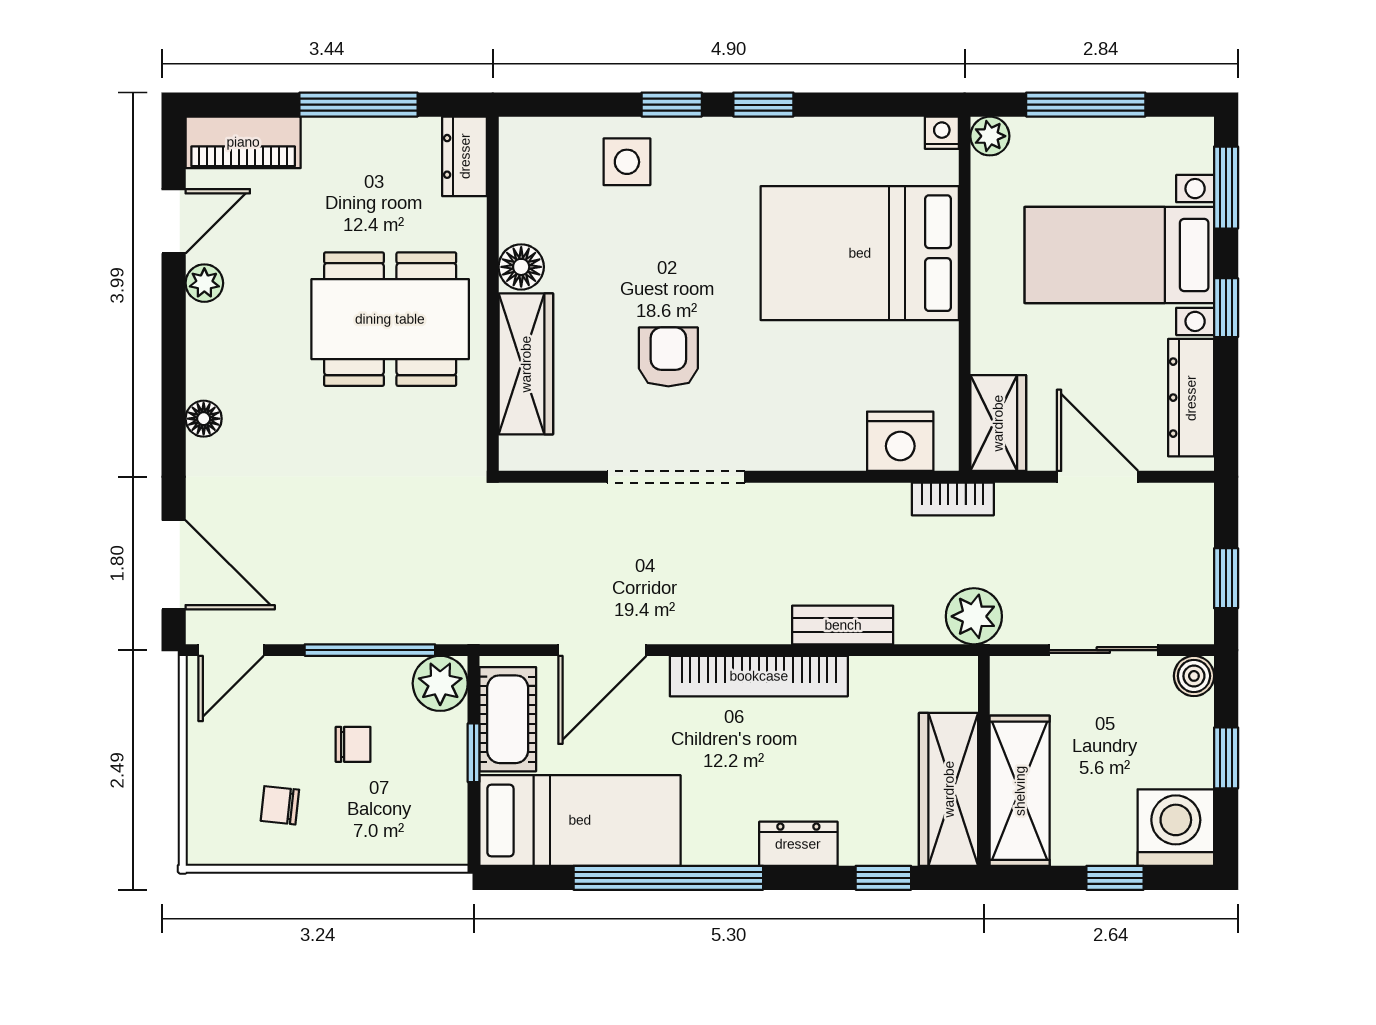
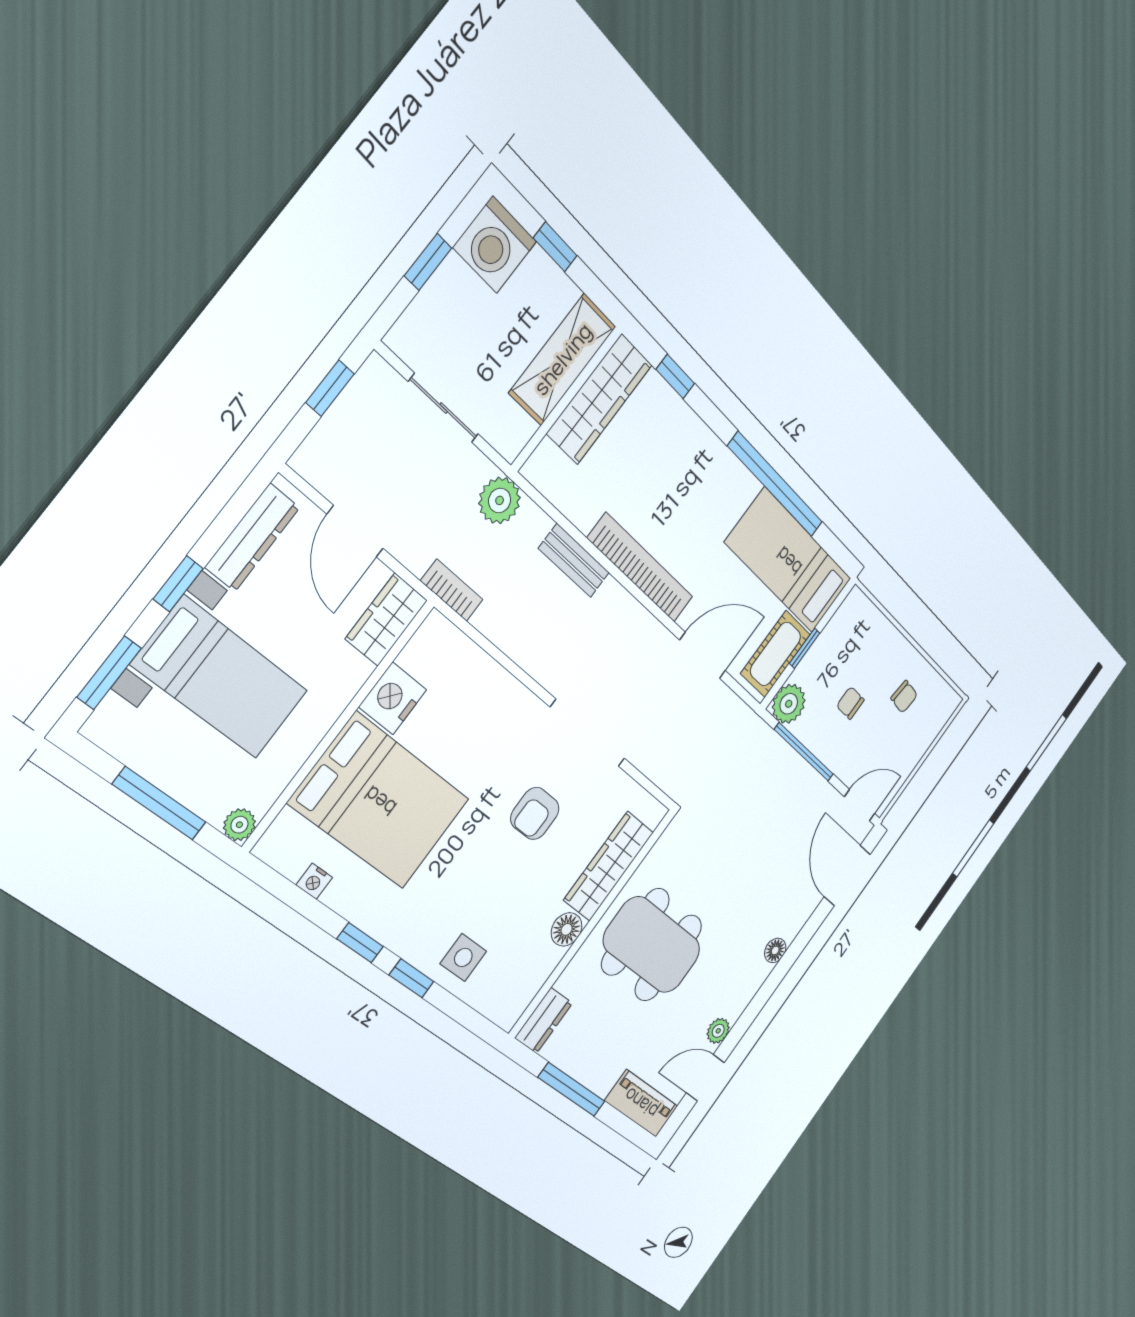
nightstand: (942, 133) -> (314, 881), moved
nightstand: (900, 441) -> (393, 698), moved, turned -90
boiler: (1194, 676) -> (403, 338), removed
dresser: (798, 844) -> (700, 442), removed

